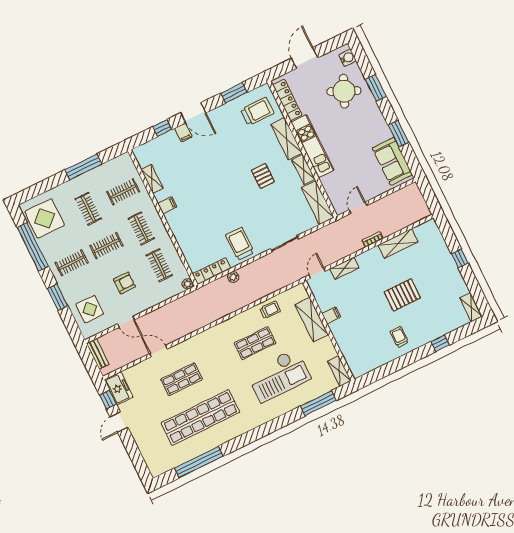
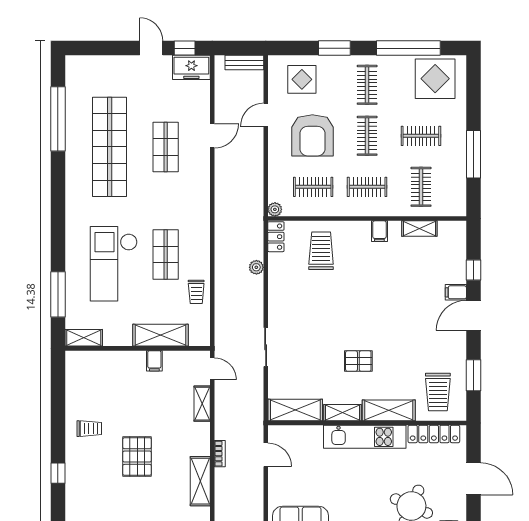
trolley: (240, 244) -> (321, 251), moved, turned -90
locker: (212, 271) -> (276, 237), width x0.66
armchair: (124, 283) -> (312, 135), width x1.88, depth x1.88

